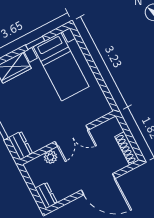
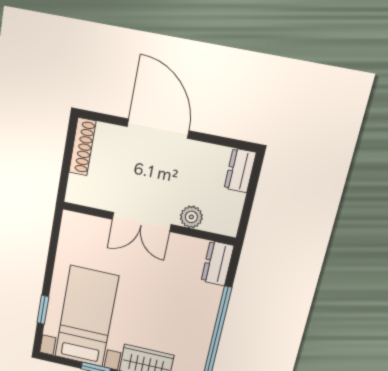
window: (85, 52) -> (43, 310), added
double door: (72, 136) -> (142, 222), swing flipped

